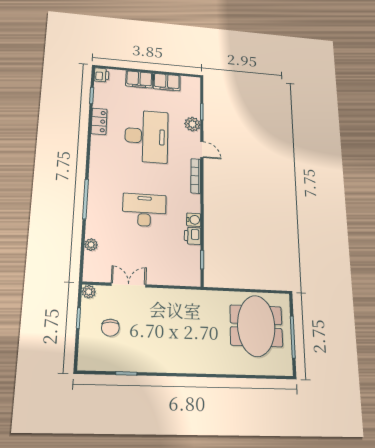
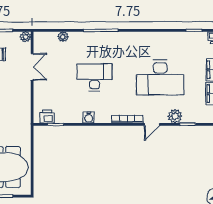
locker: (99, 121) -> (170, 38), removed
desk: (144, 210) -> (94, 77), turned -90
printer: (193, 236) -> (47, 117), moved

